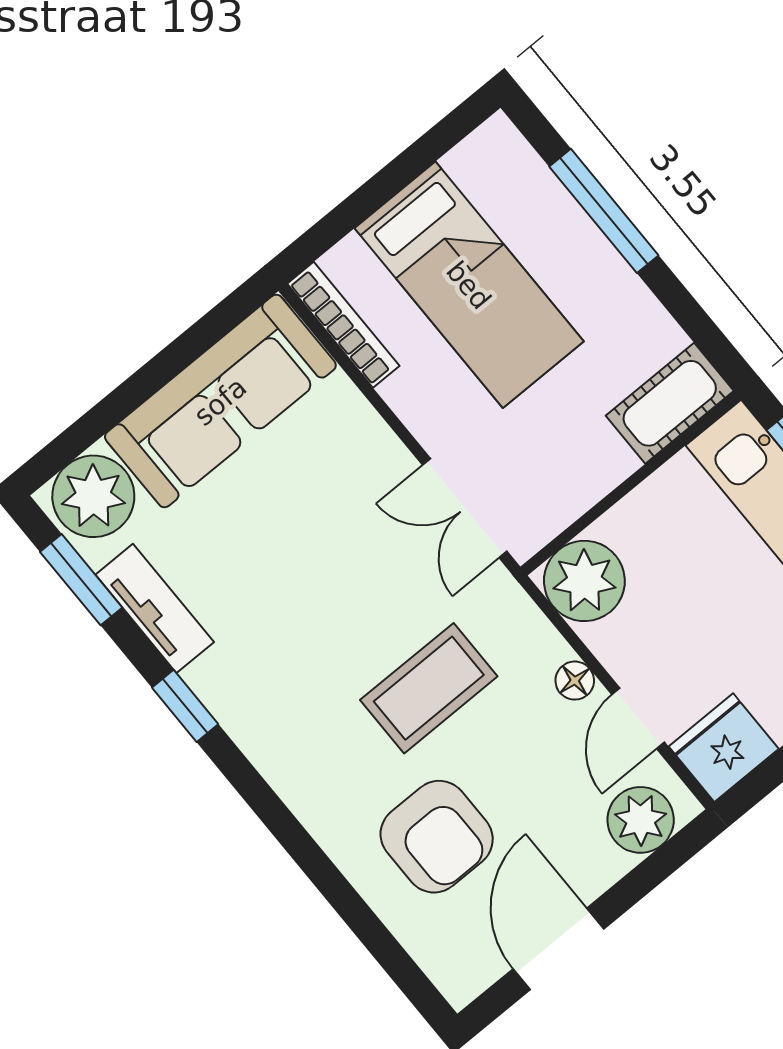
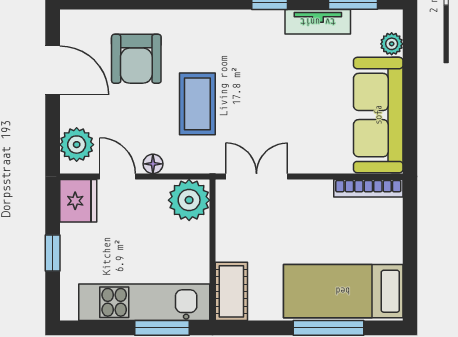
bed: (469, 285) -> (343, 291), moved
plant: (93, 496) -> (392, 44), width x0.53, depth x0.53
armchair: (437, 837) -> (136, 59), turned -90

